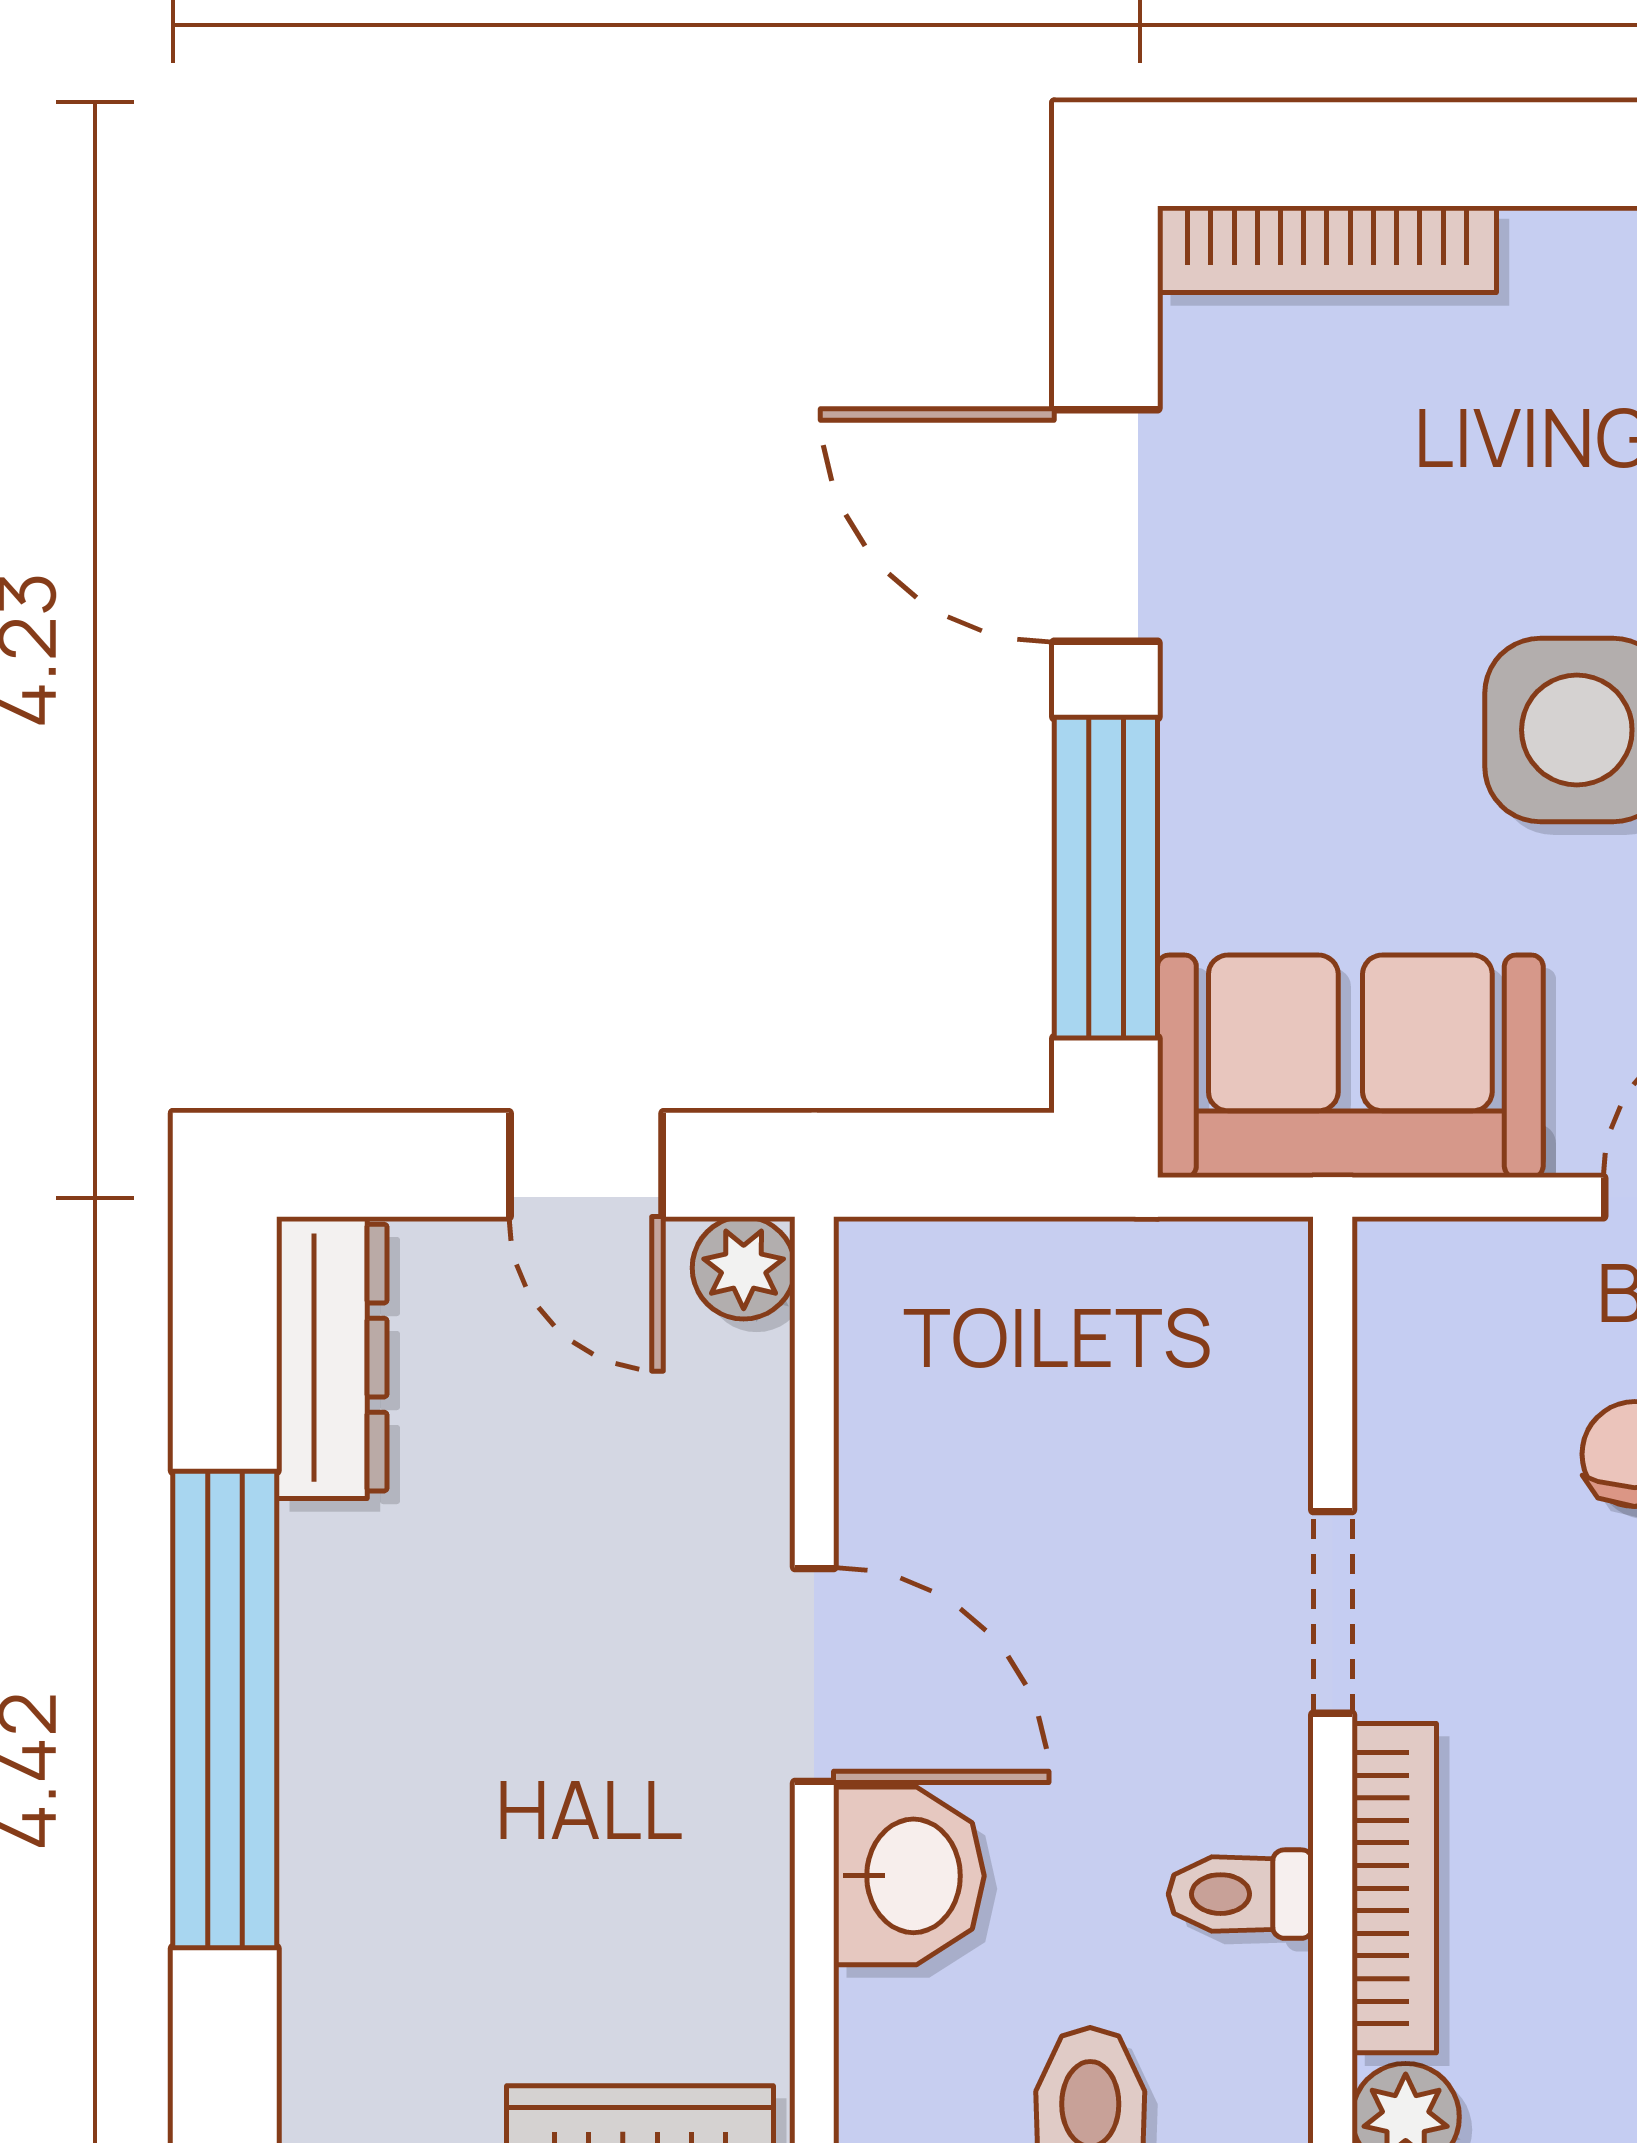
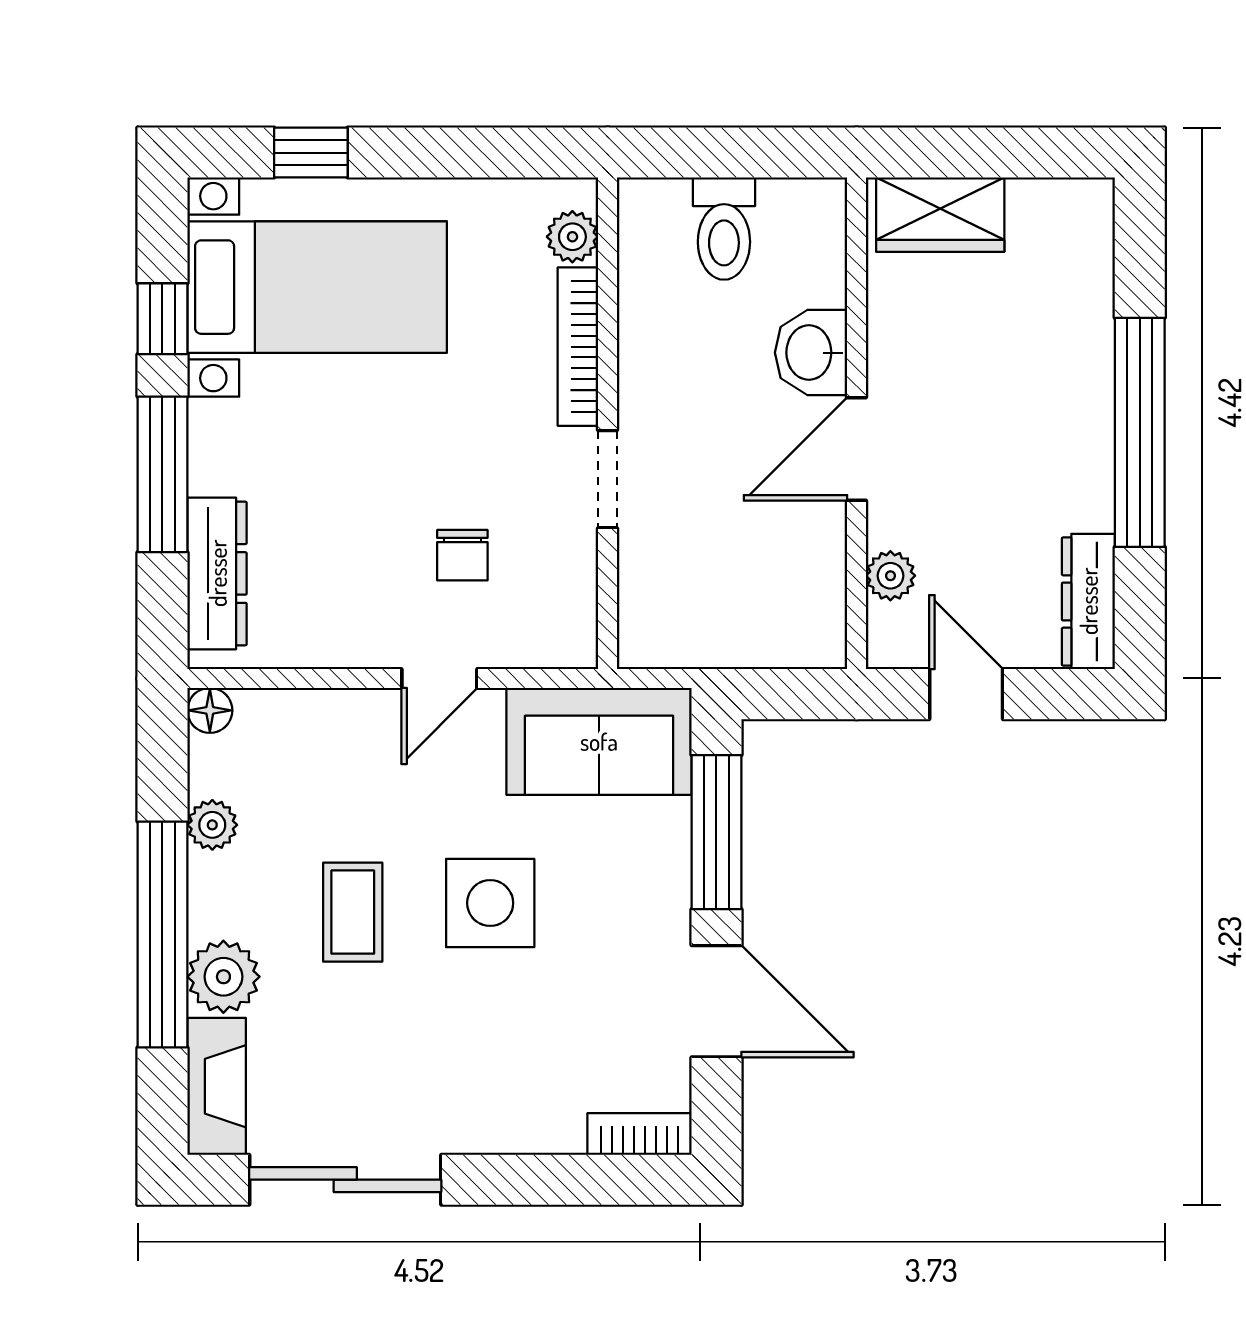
bookcase: (1327, 249) -> (639, 1134), width x0.64
plant: (744, 1268) -> (890, 576), moved
door: (814, 1675) -> (857, 449), hinge flipped
toilet: (1241, 1894) -> (652, 344), removed

